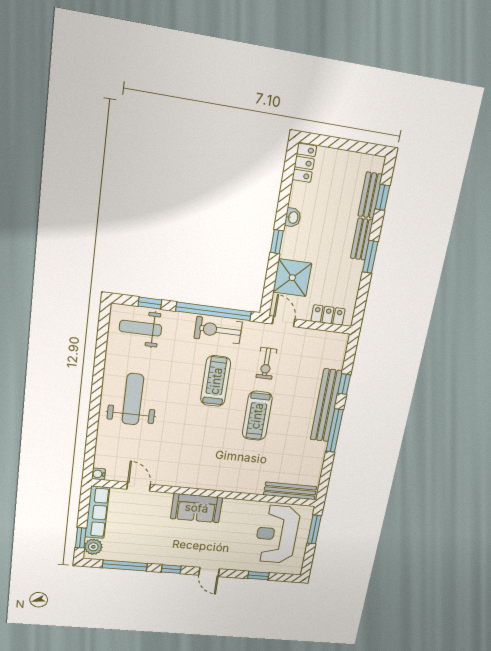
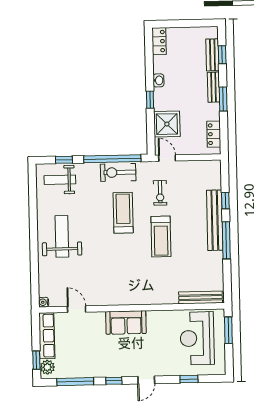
locker: (328, 315) -> (214, 134), moved, turned -90
door: (209, 572) -> (146, 380), hinge flipped

